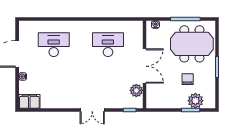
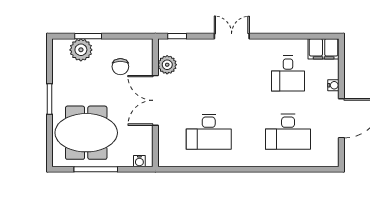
chair: (188, 79) -> (120, 67), moved
desk: (54, 84) -> (288, 74), added

